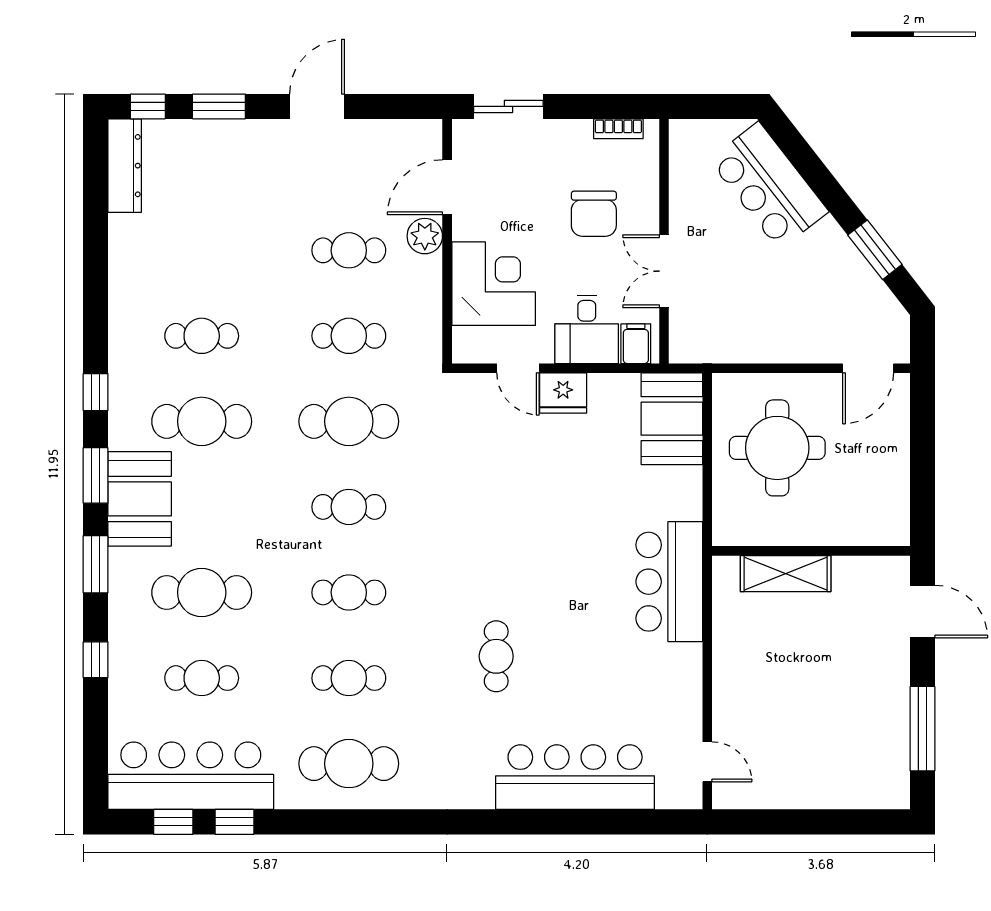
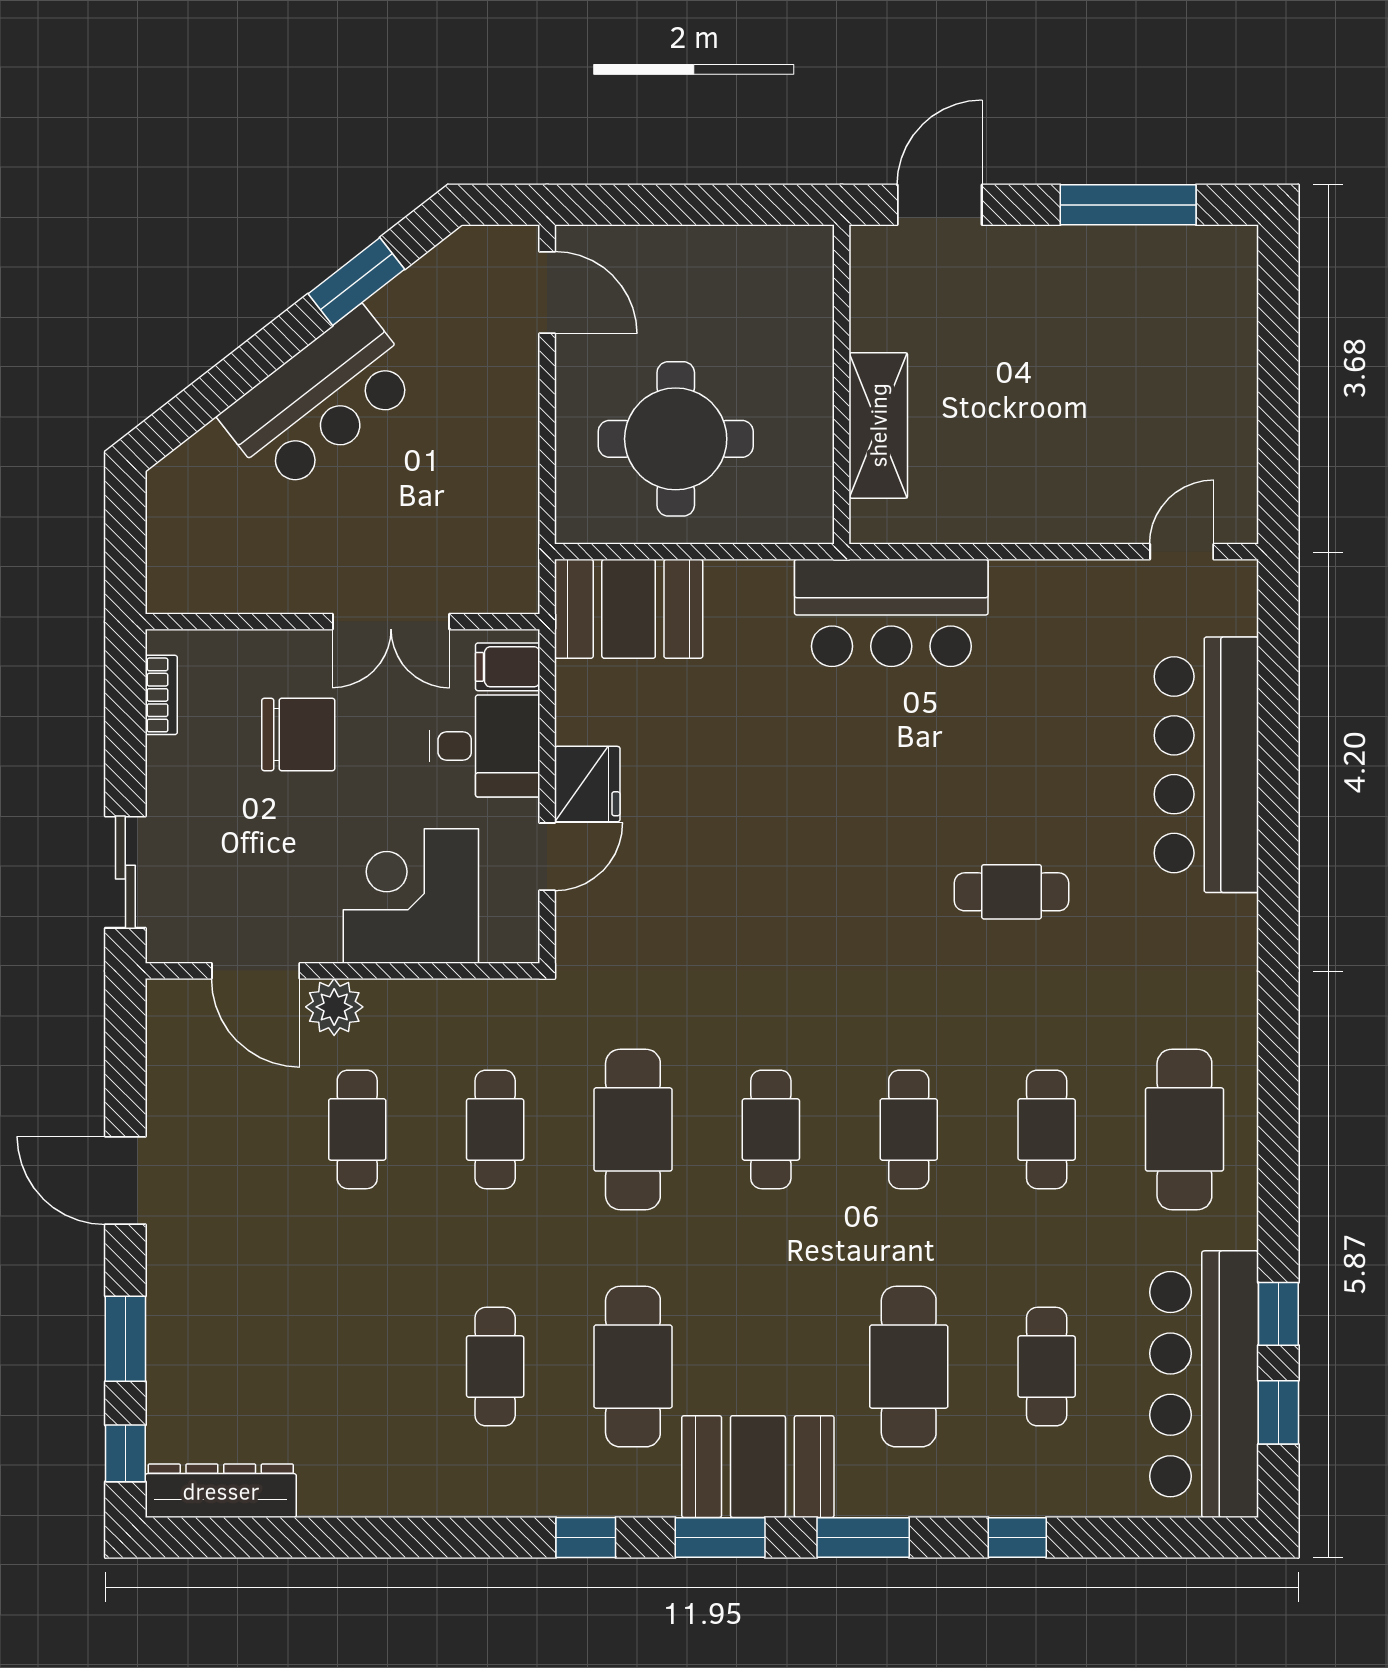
bar counter: (769, 186) -> (320, 400), moved

